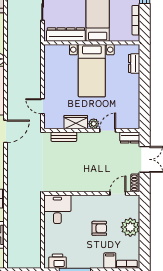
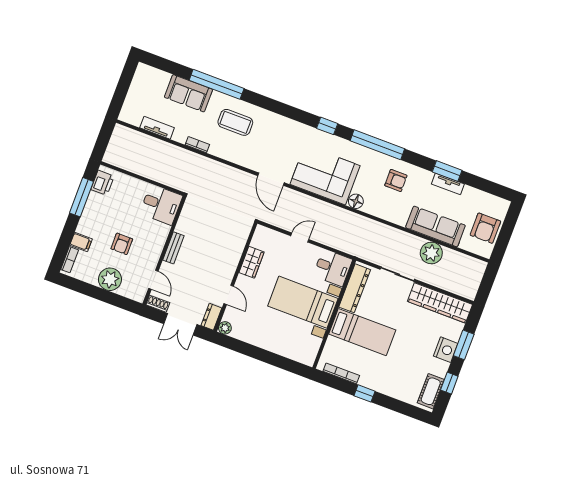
desk: (56, 58) -> (333, 268), added
dresser: (134, 63) -> (293, 353), removed
door: (43, 106) -> (300, 238), moved
plant: (94, 124) -> (225, 328), moved
bench: (64, 137) -> (173, 248), moved

